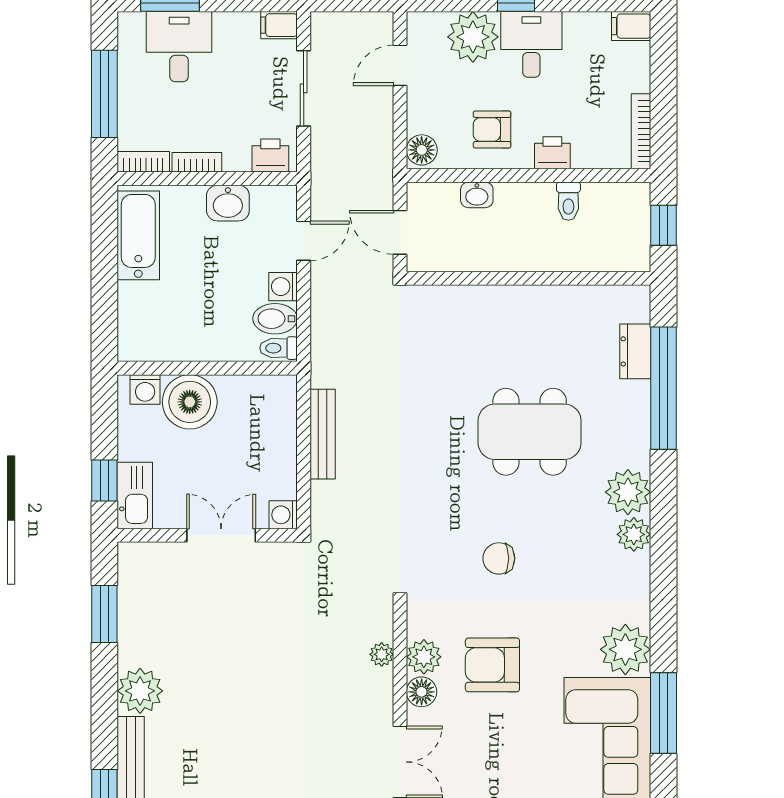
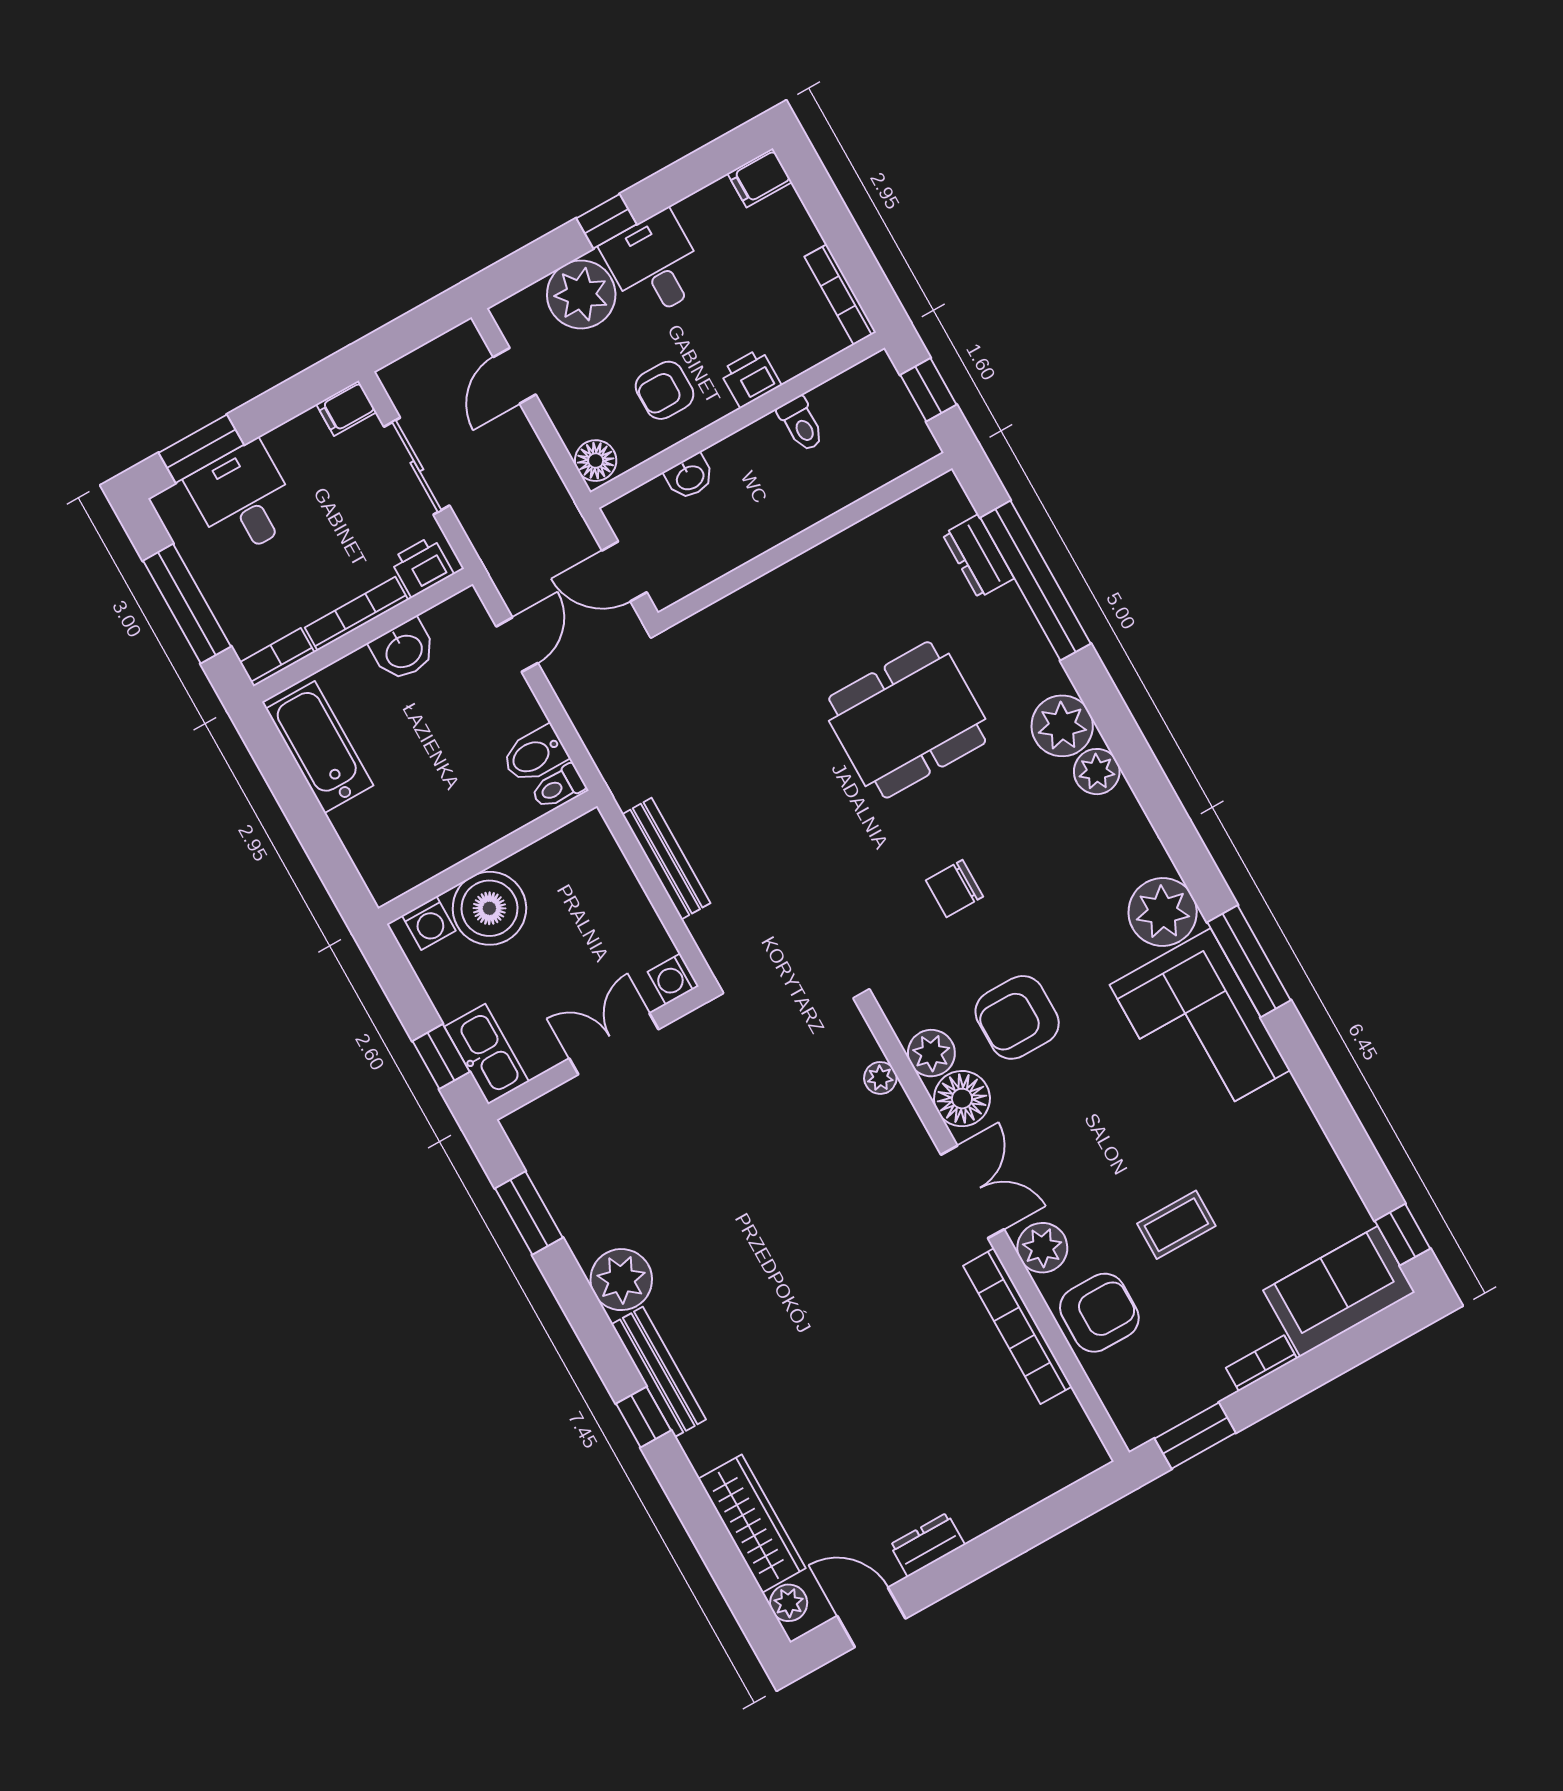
bookcase: (197, 162) -> (357, 614), width x1.56
washing machine: (283, 287) -> (523, 712), removed
floor lamp: (422, 692) -> (962, 1099), width x1.38, depth x1.38

